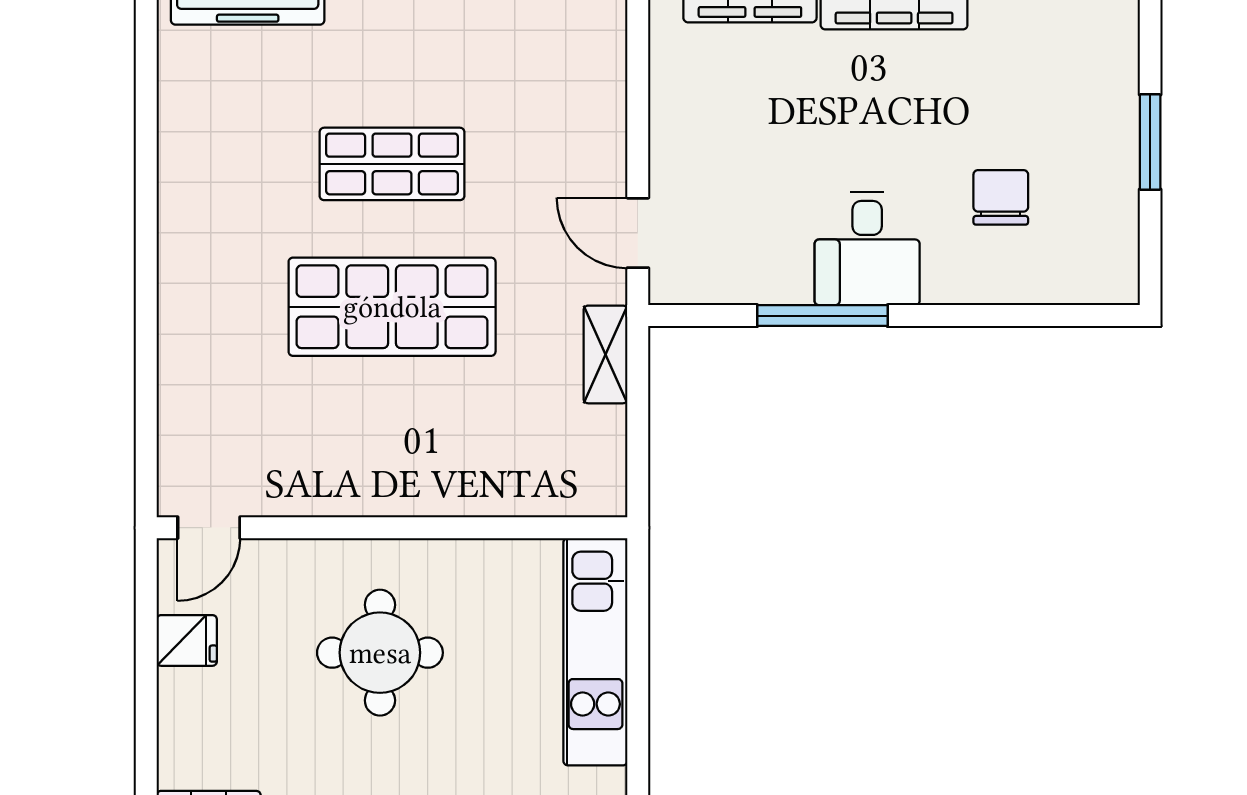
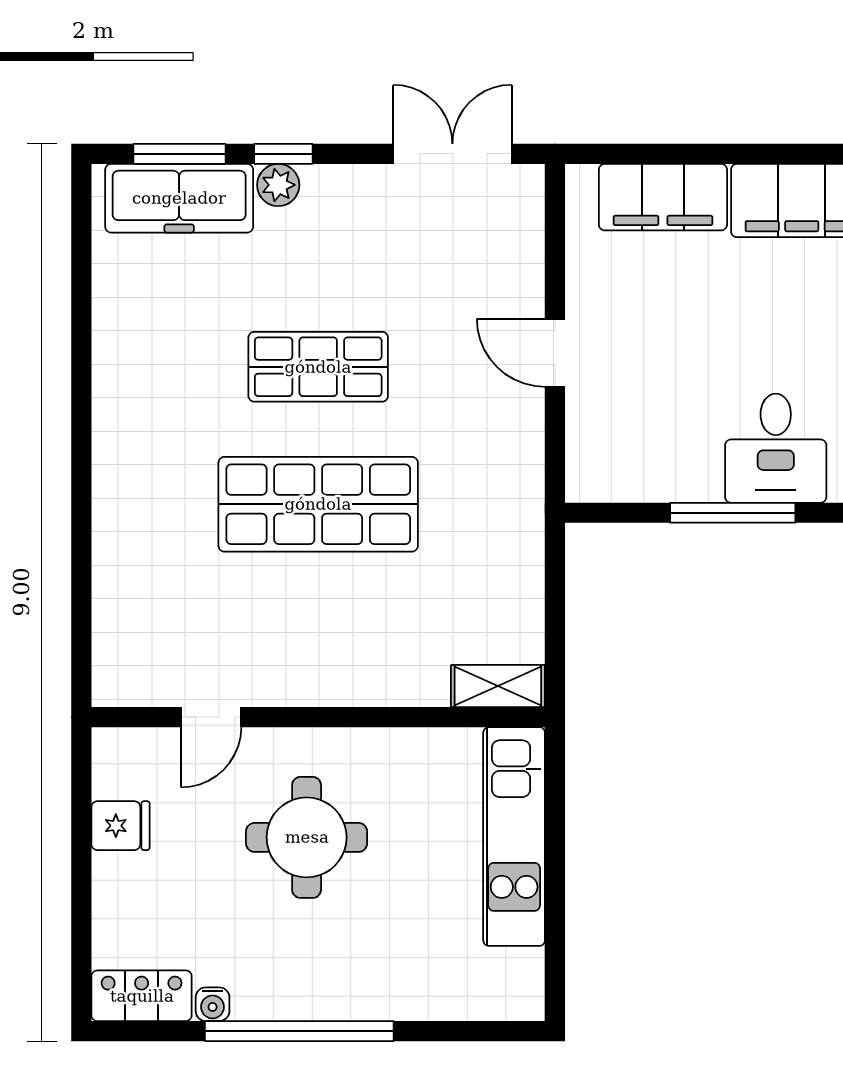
door: (638, 233) -> (555, 353), moved
shelving: (605, 354) -> (498, 686), moved, turned 90
door: (209, 528) -> (211, 717), moved

